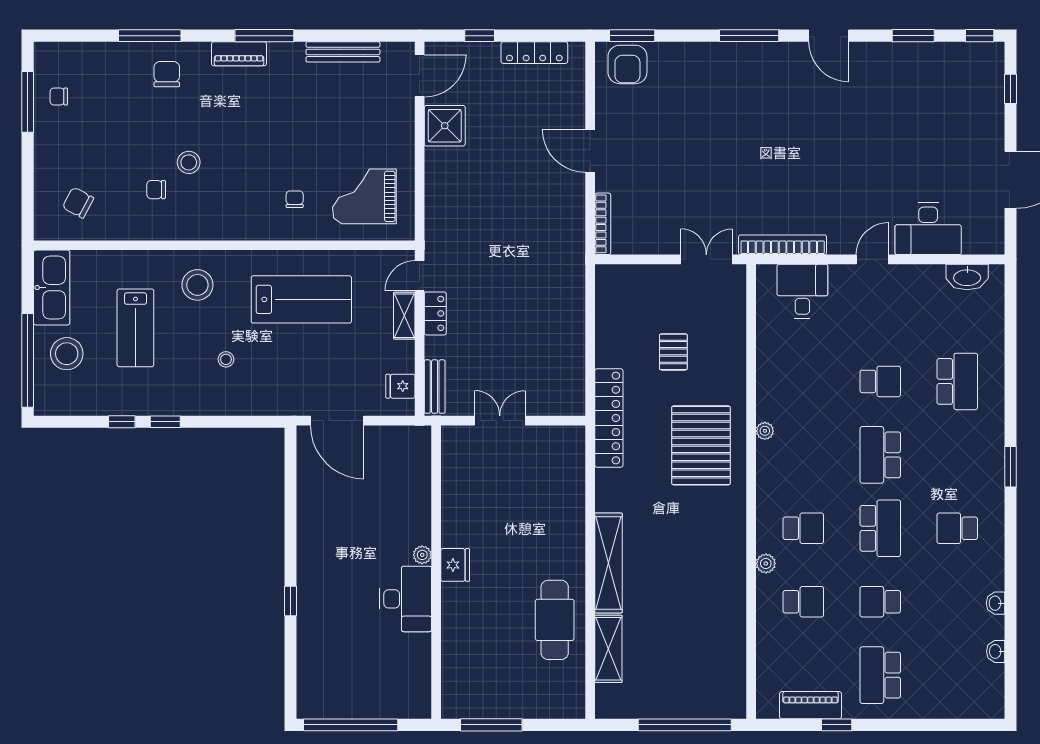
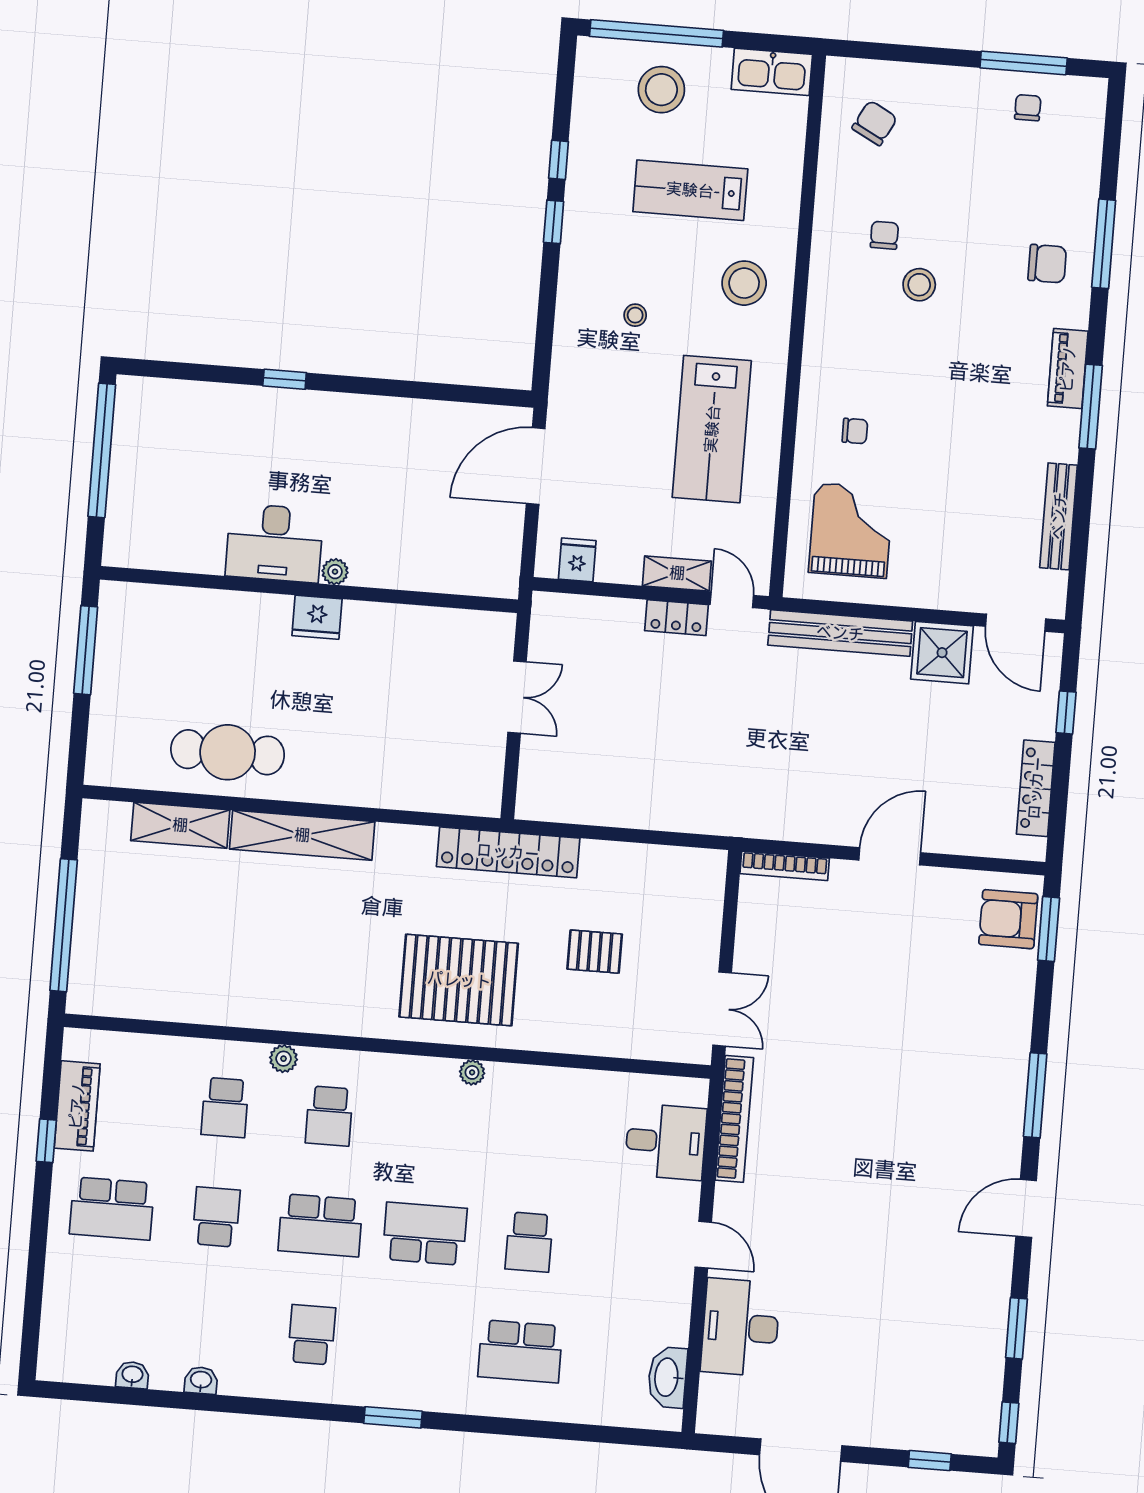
kitchen sink: (52, 288) -> (772, 72), width x0.73, depth x0.81
bench: (435, 387) -> (840, 633), moved, width x1.86, depth x1.21
school desk: (880, 675) -> (112, 1208), turned 180

